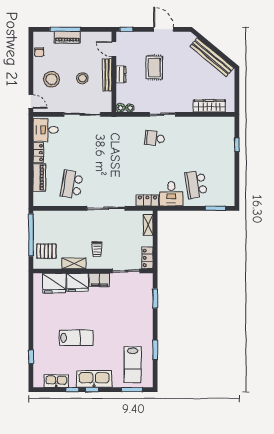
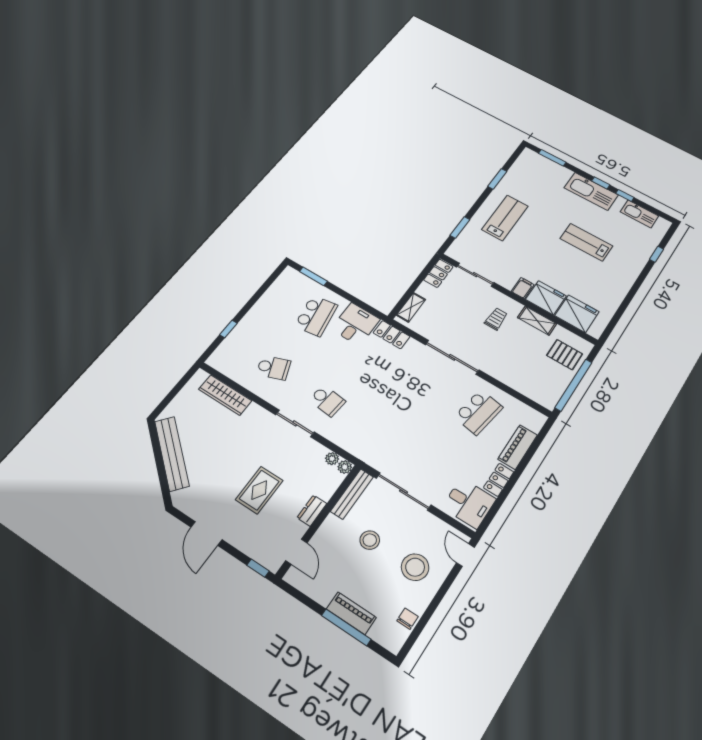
bench: (107, 75) -> (352, 494), moved
school desk: (196, 138) -> (274, 368), added
filing cabinet: (99, 280) -> (523, 288), width x0.50
lab bench: (133, 365) -> (505, 218), moved

